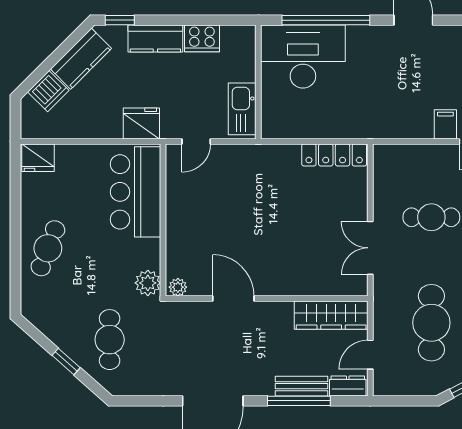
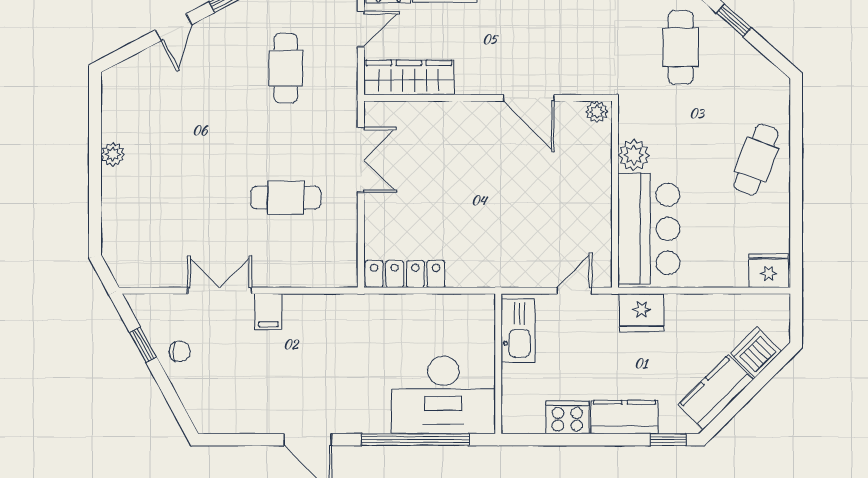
plant: (148, 283) -> (634, 155), moved
cafe table: (431, 323) -> (286, 68), width x0.73, depth x0.74

